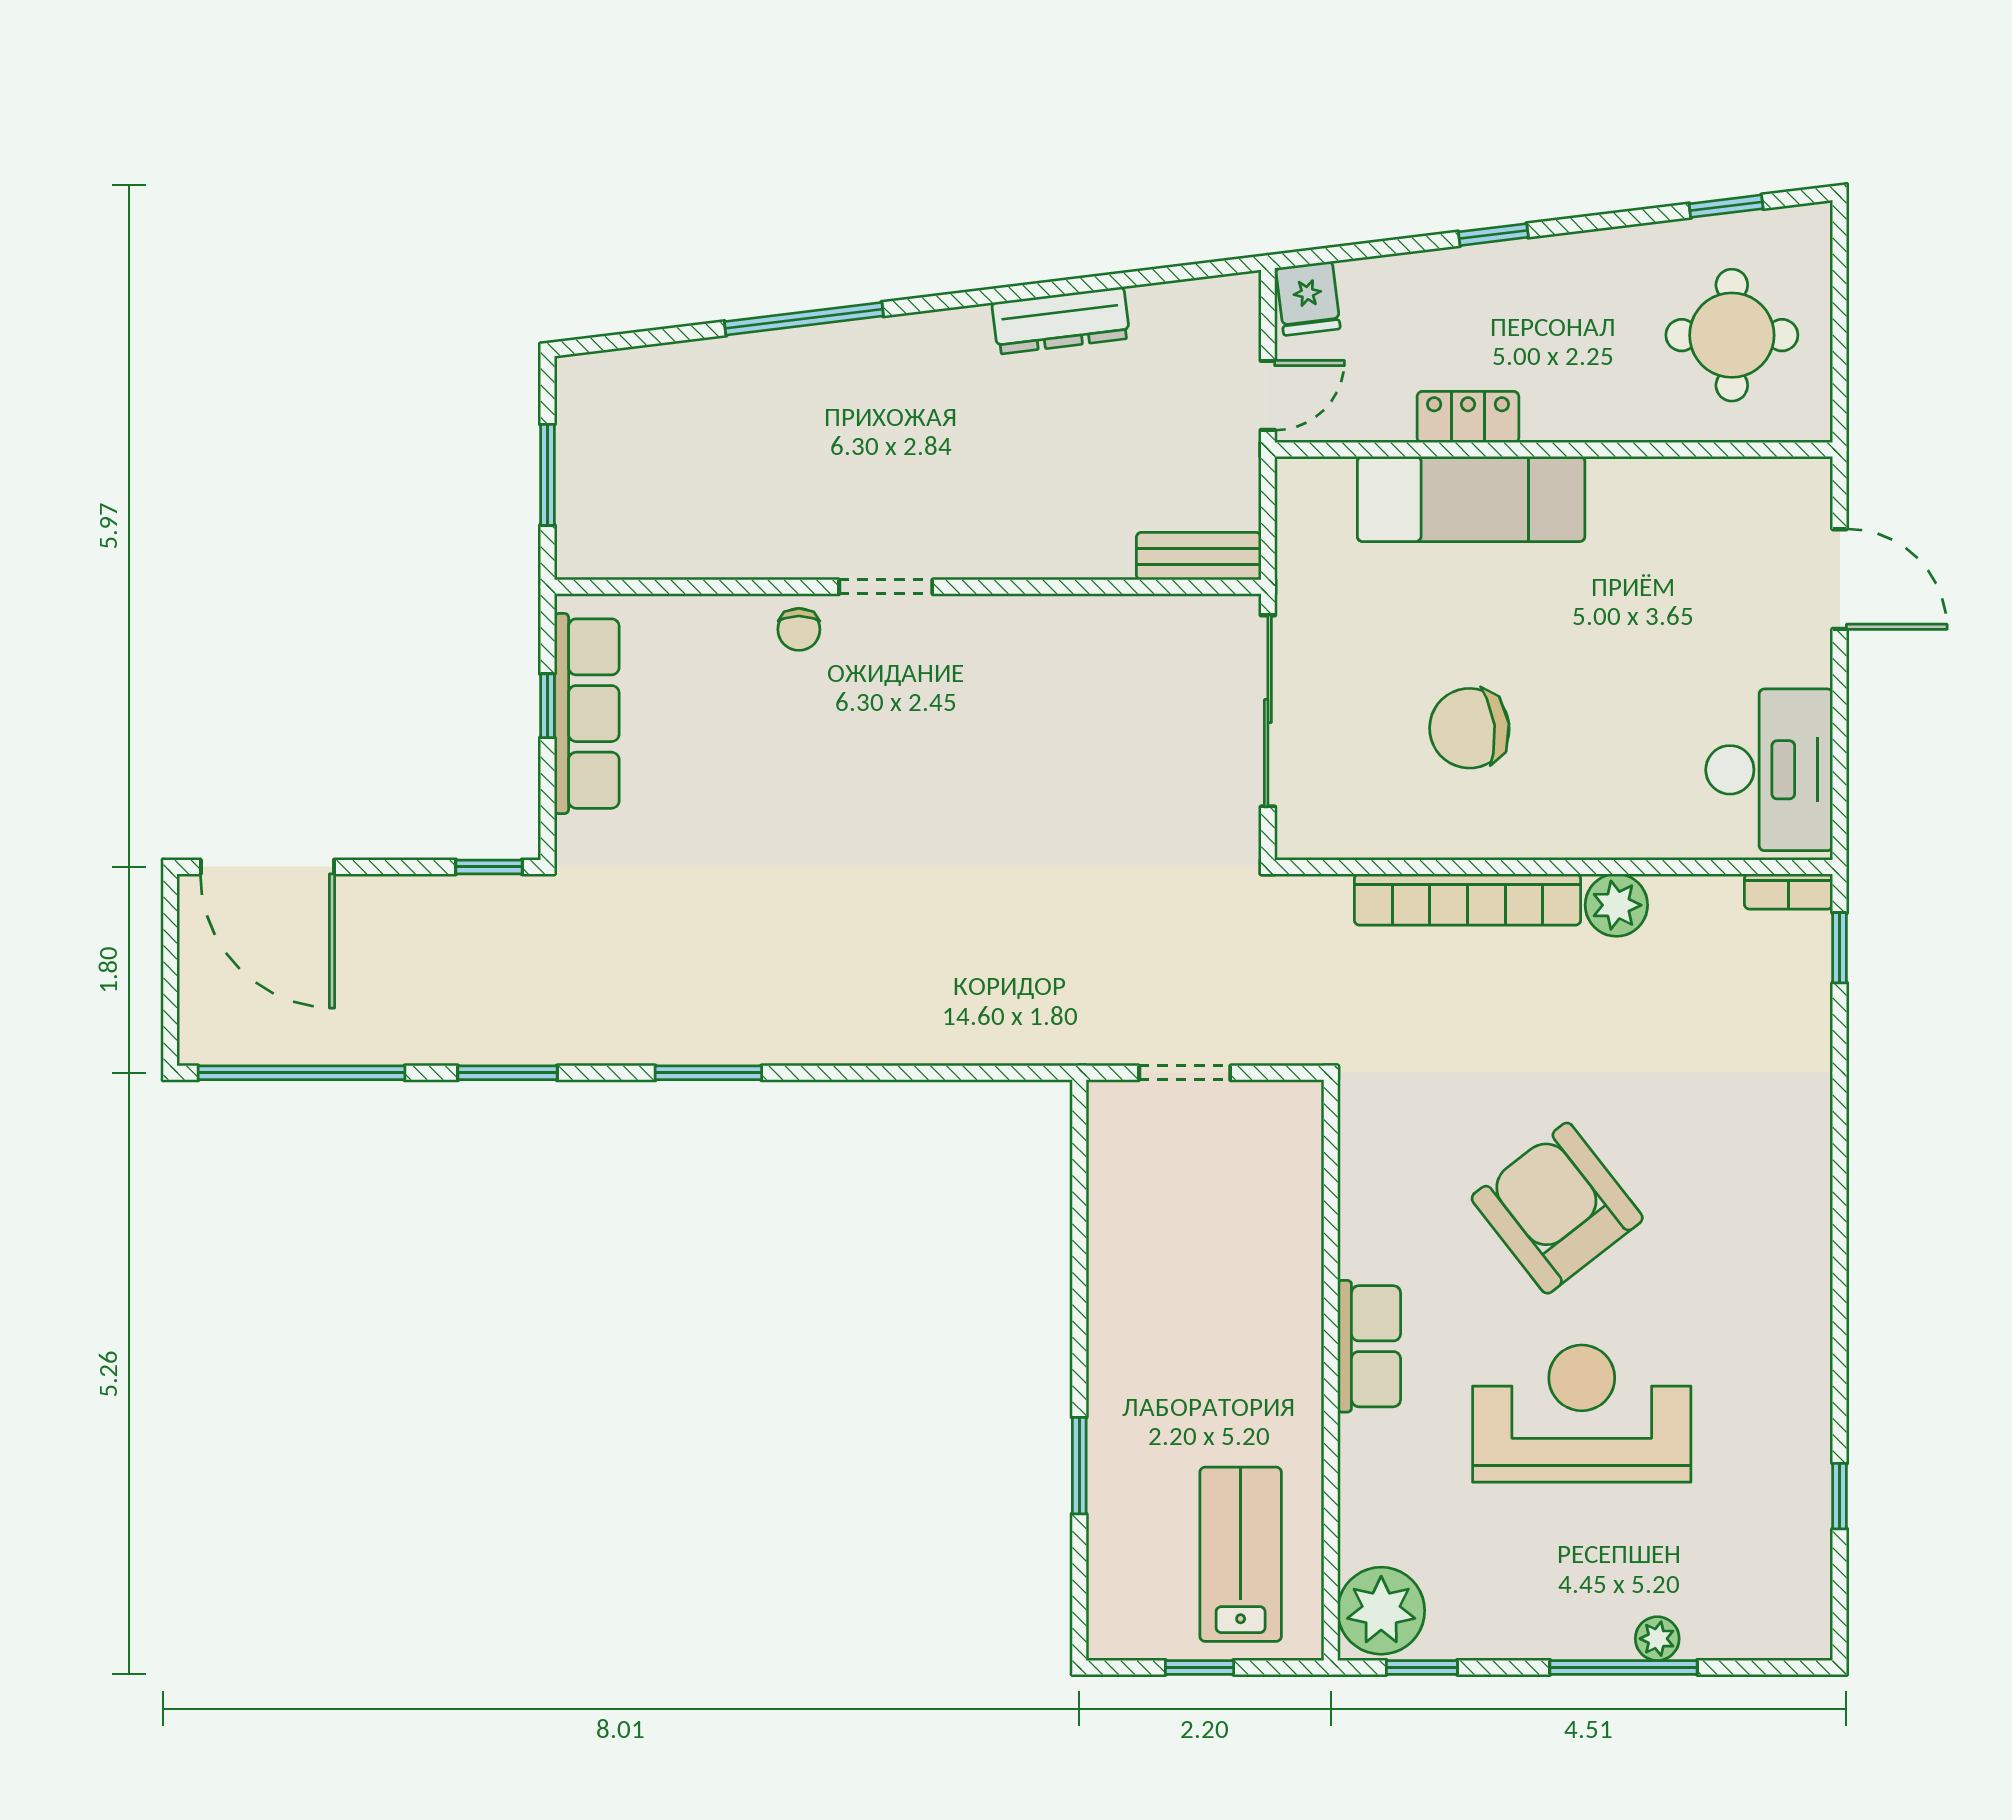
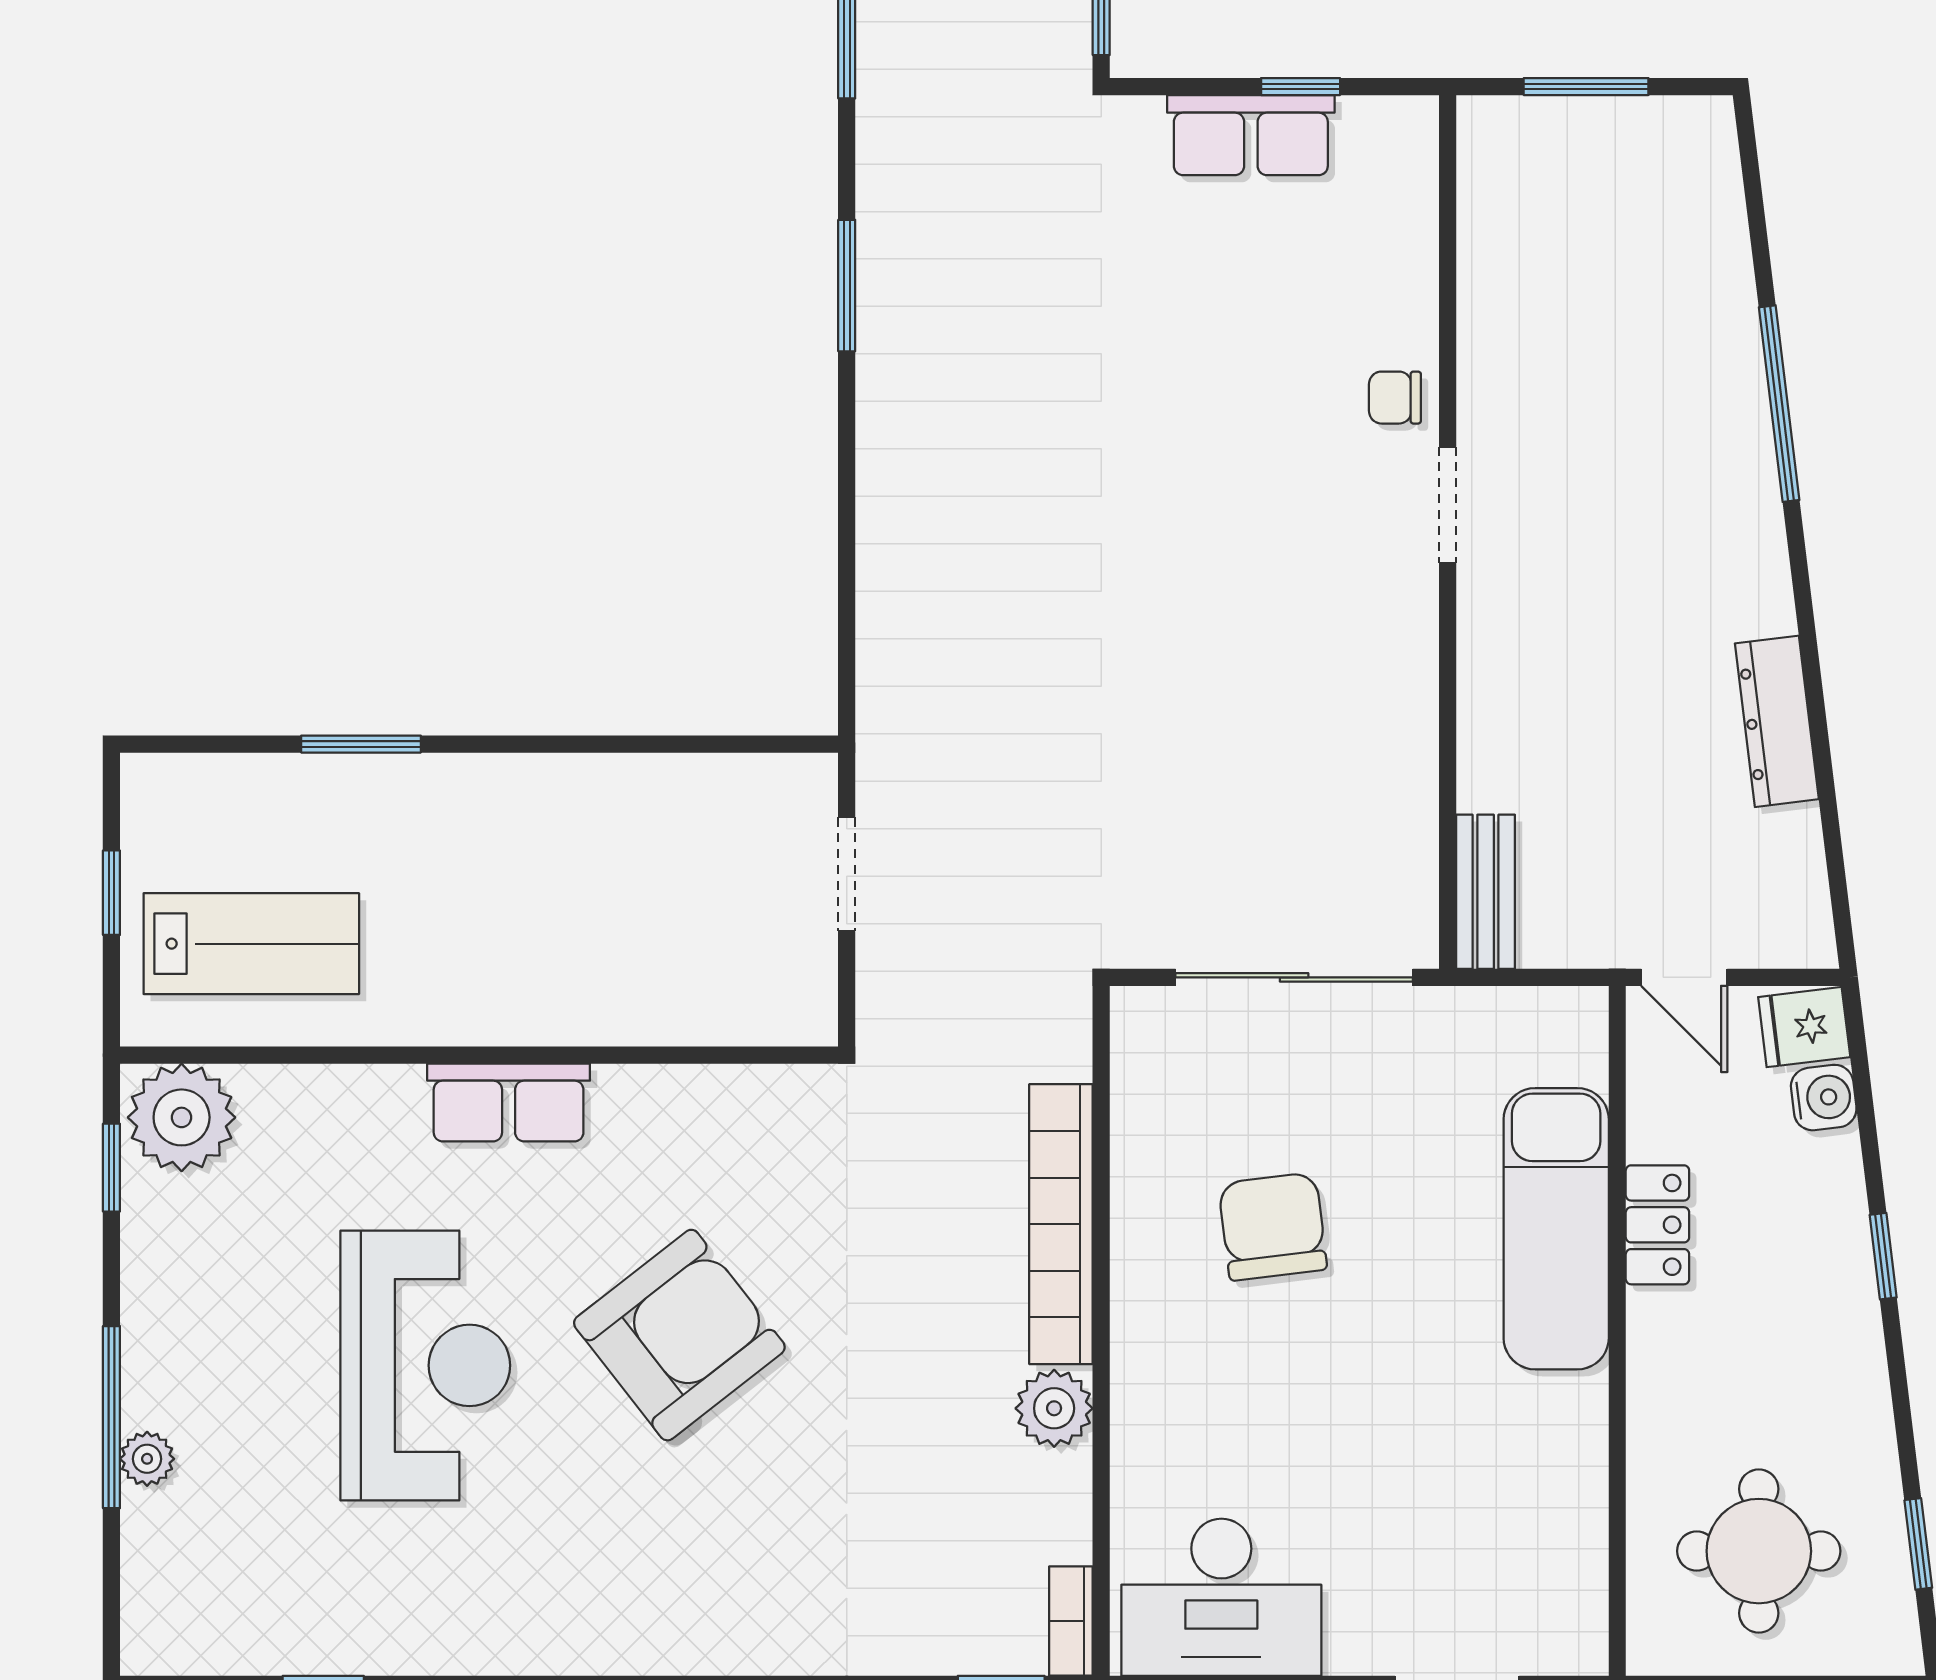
water cooler: (1365, 283) -> (1824, 1098), added
row of seats: (587, 714) -> (1251, 135), width x0.68

